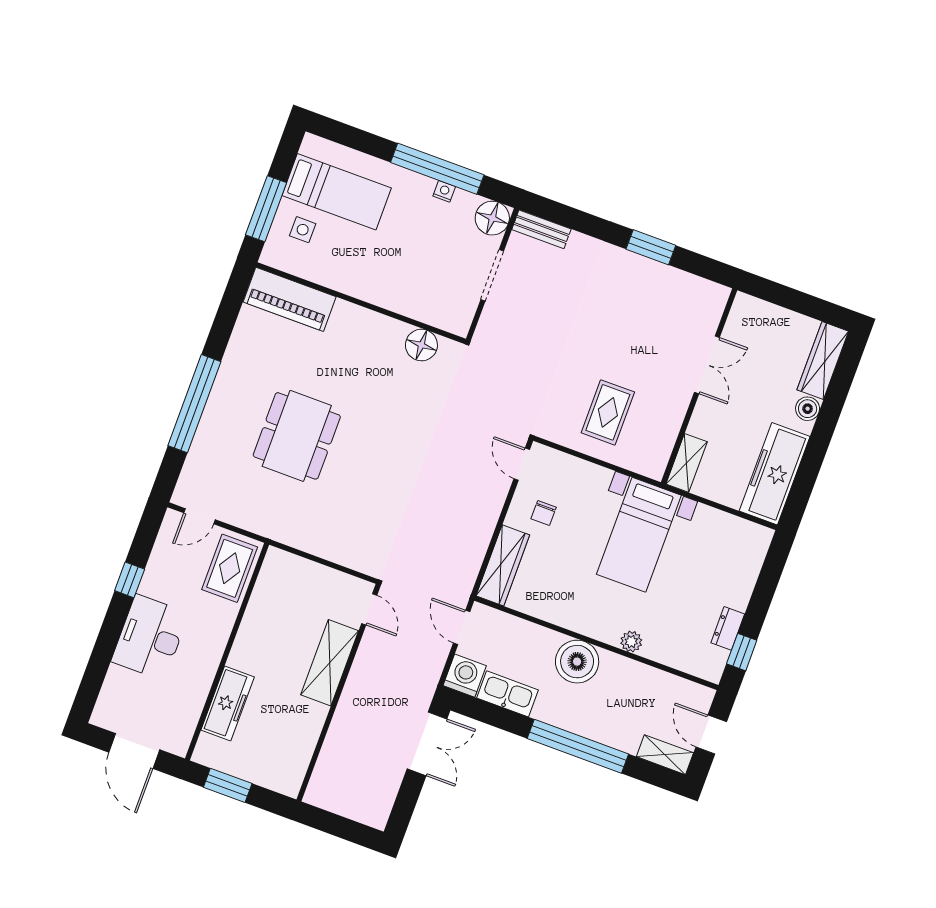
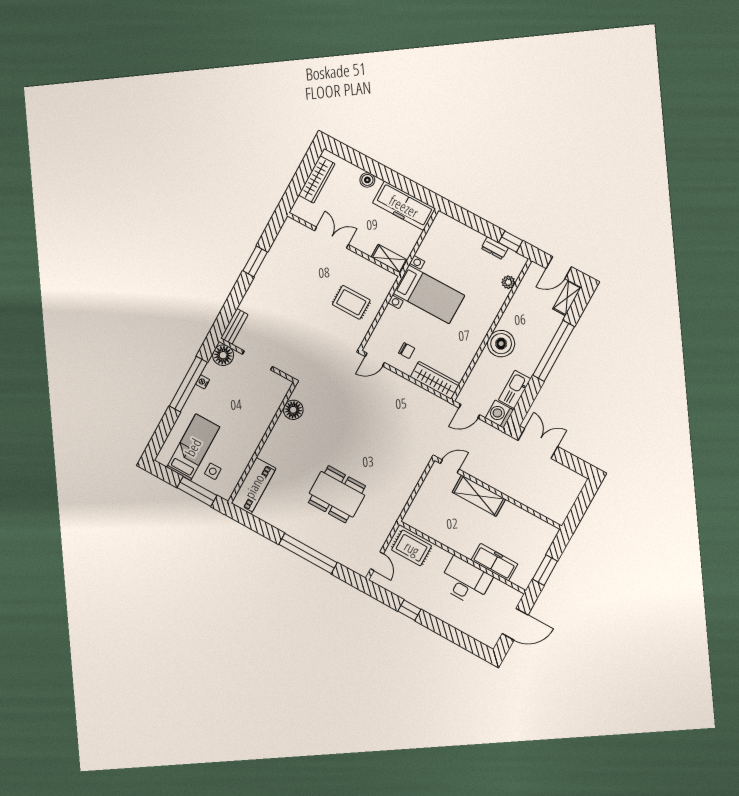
wardrobe: (823, 361) -> (317, 179), moved, turned -90
desk: (150, 637) -> (465, 581), moved, turned 180
plant: (631, 642) -> (508, 282), moved

